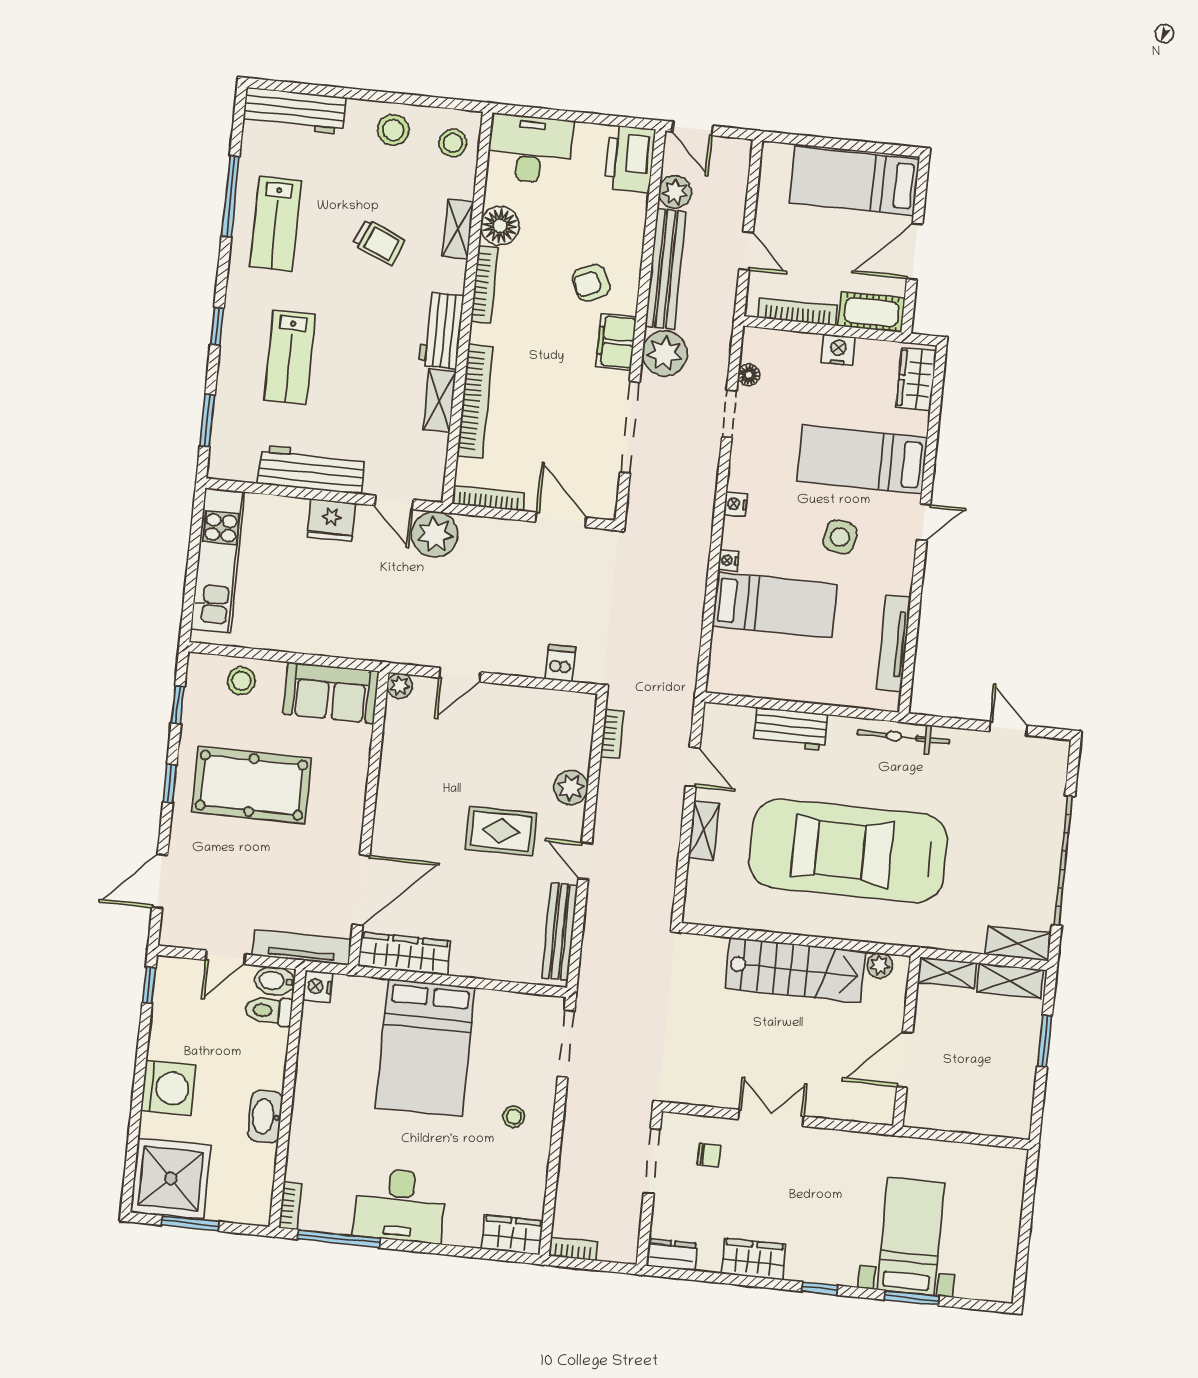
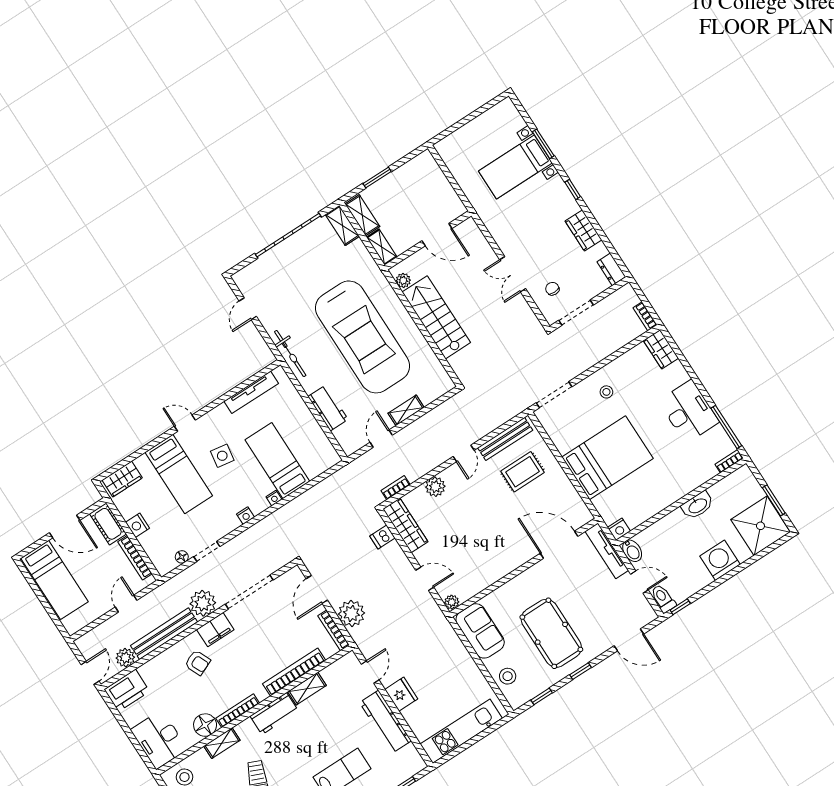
plant: (435, 534) -> (351, 613), moved
rug: (501, 831) -> (522, 472), moved, turned 90
wardrobe: (404, 954) -> (405, 525), moved, turned 180
toilet: (269, 1011) -> (663, 599), moved, turned 180

